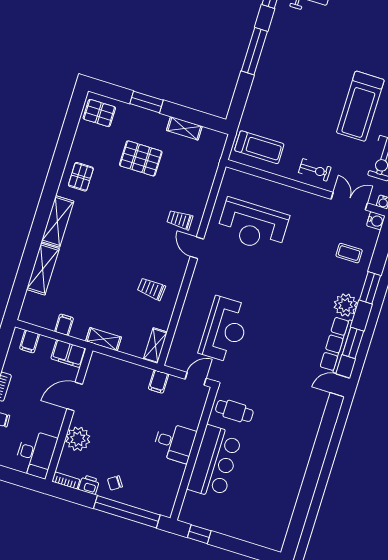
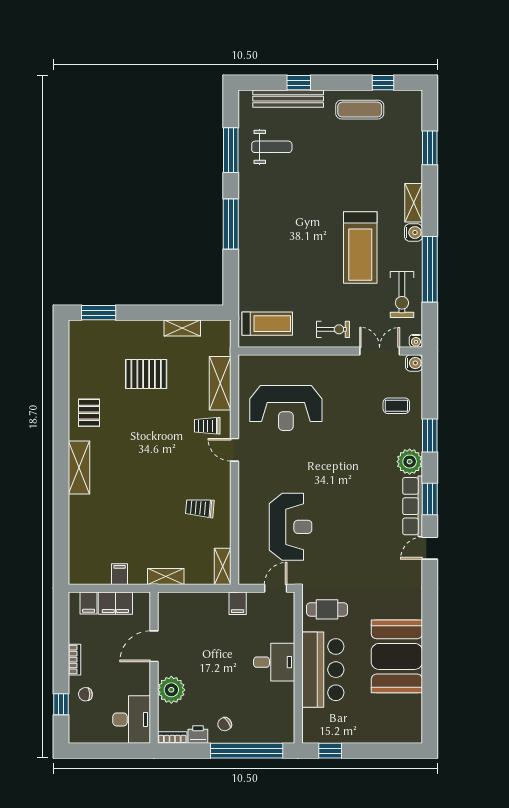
window: (147, 102) -> (99, 313), moved
pallet: (99, 113) -> (88, 340), removed
shelving: (43, 269) -> (220, 383), moved
filing cabinet: (68, 354) -> (115, 603), moved
booth: (282, 470) -> (397, 656), added

